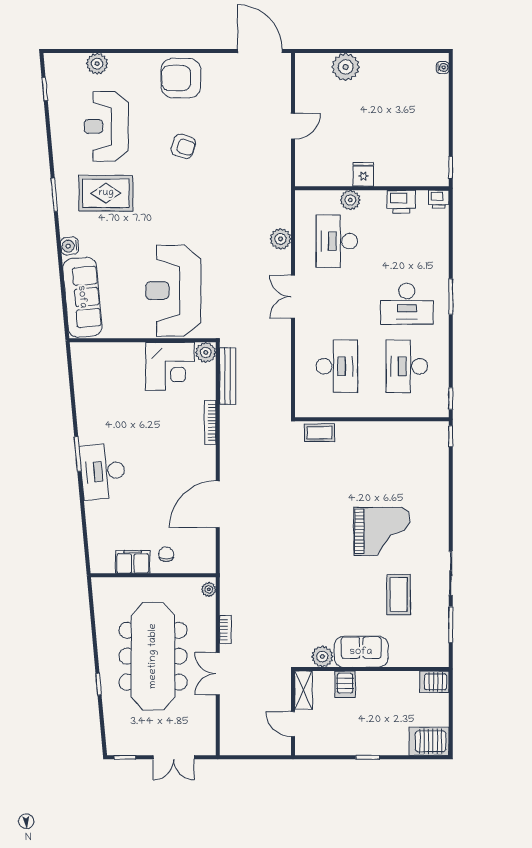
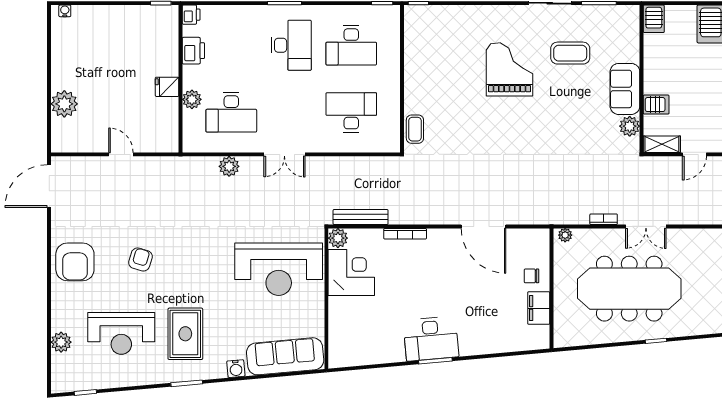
desk: (103, 471) -> (431, 339), moved

